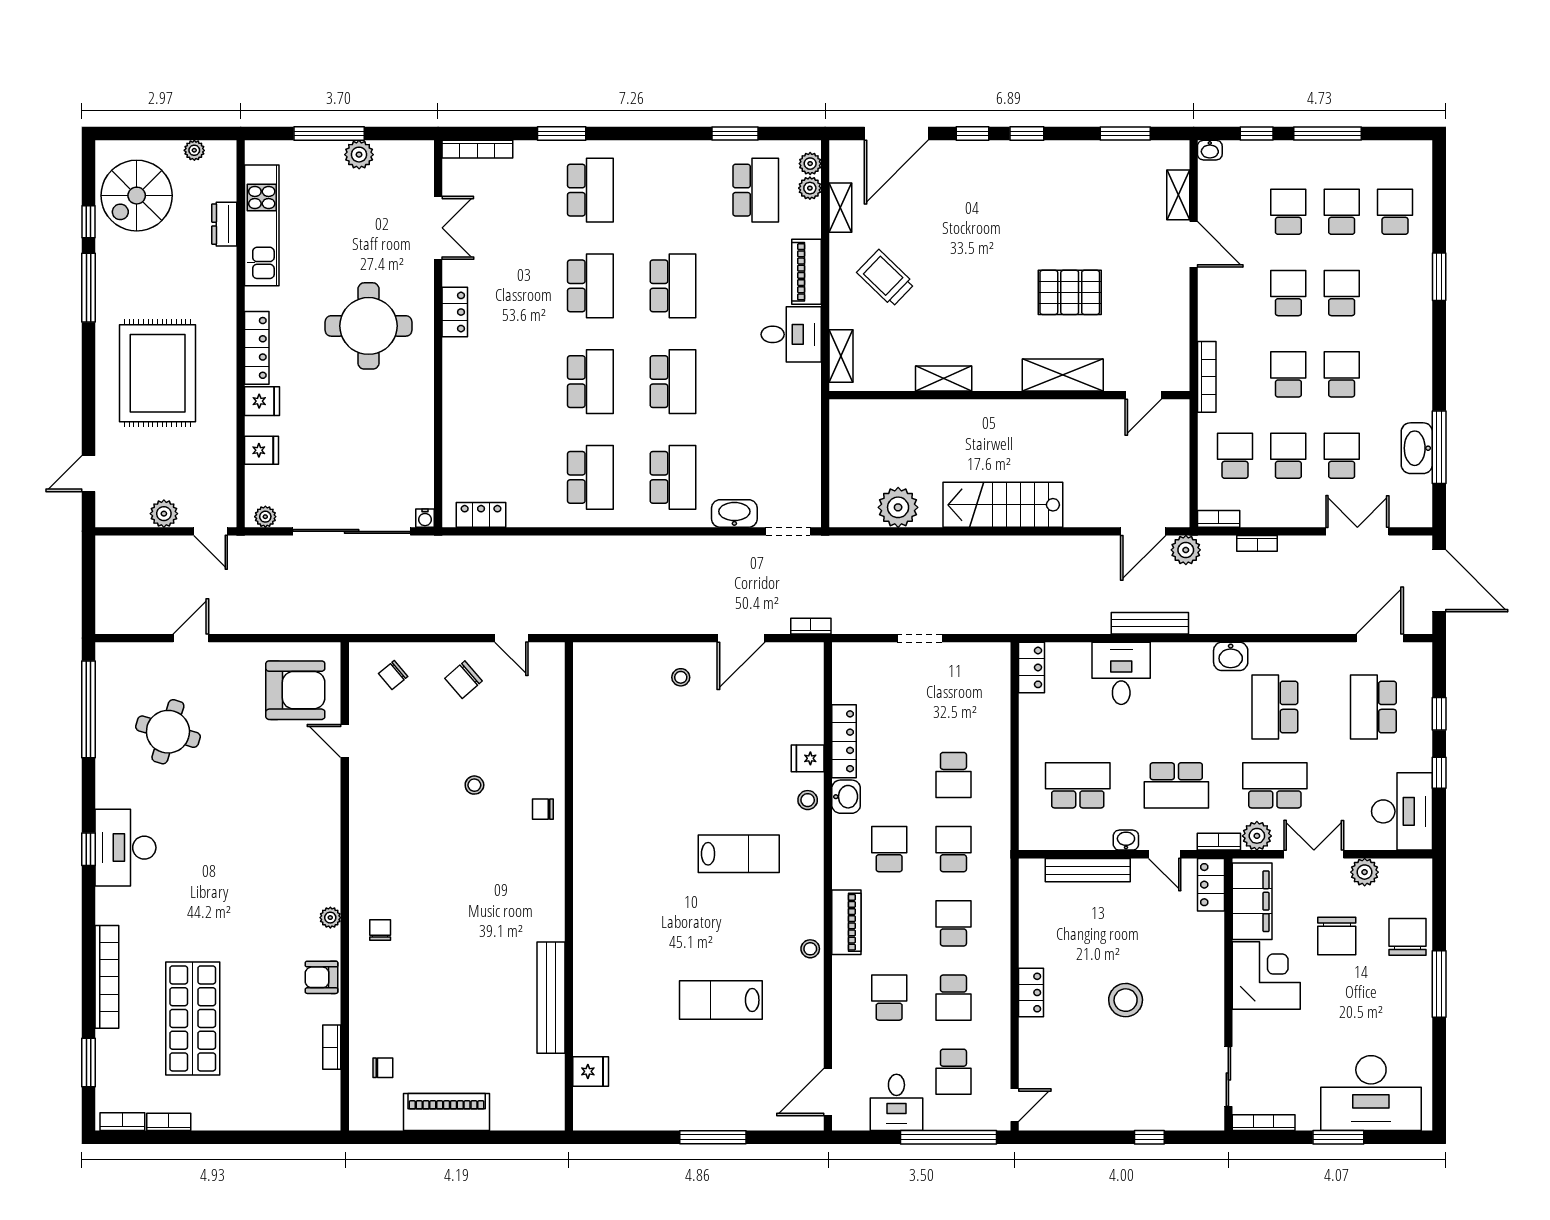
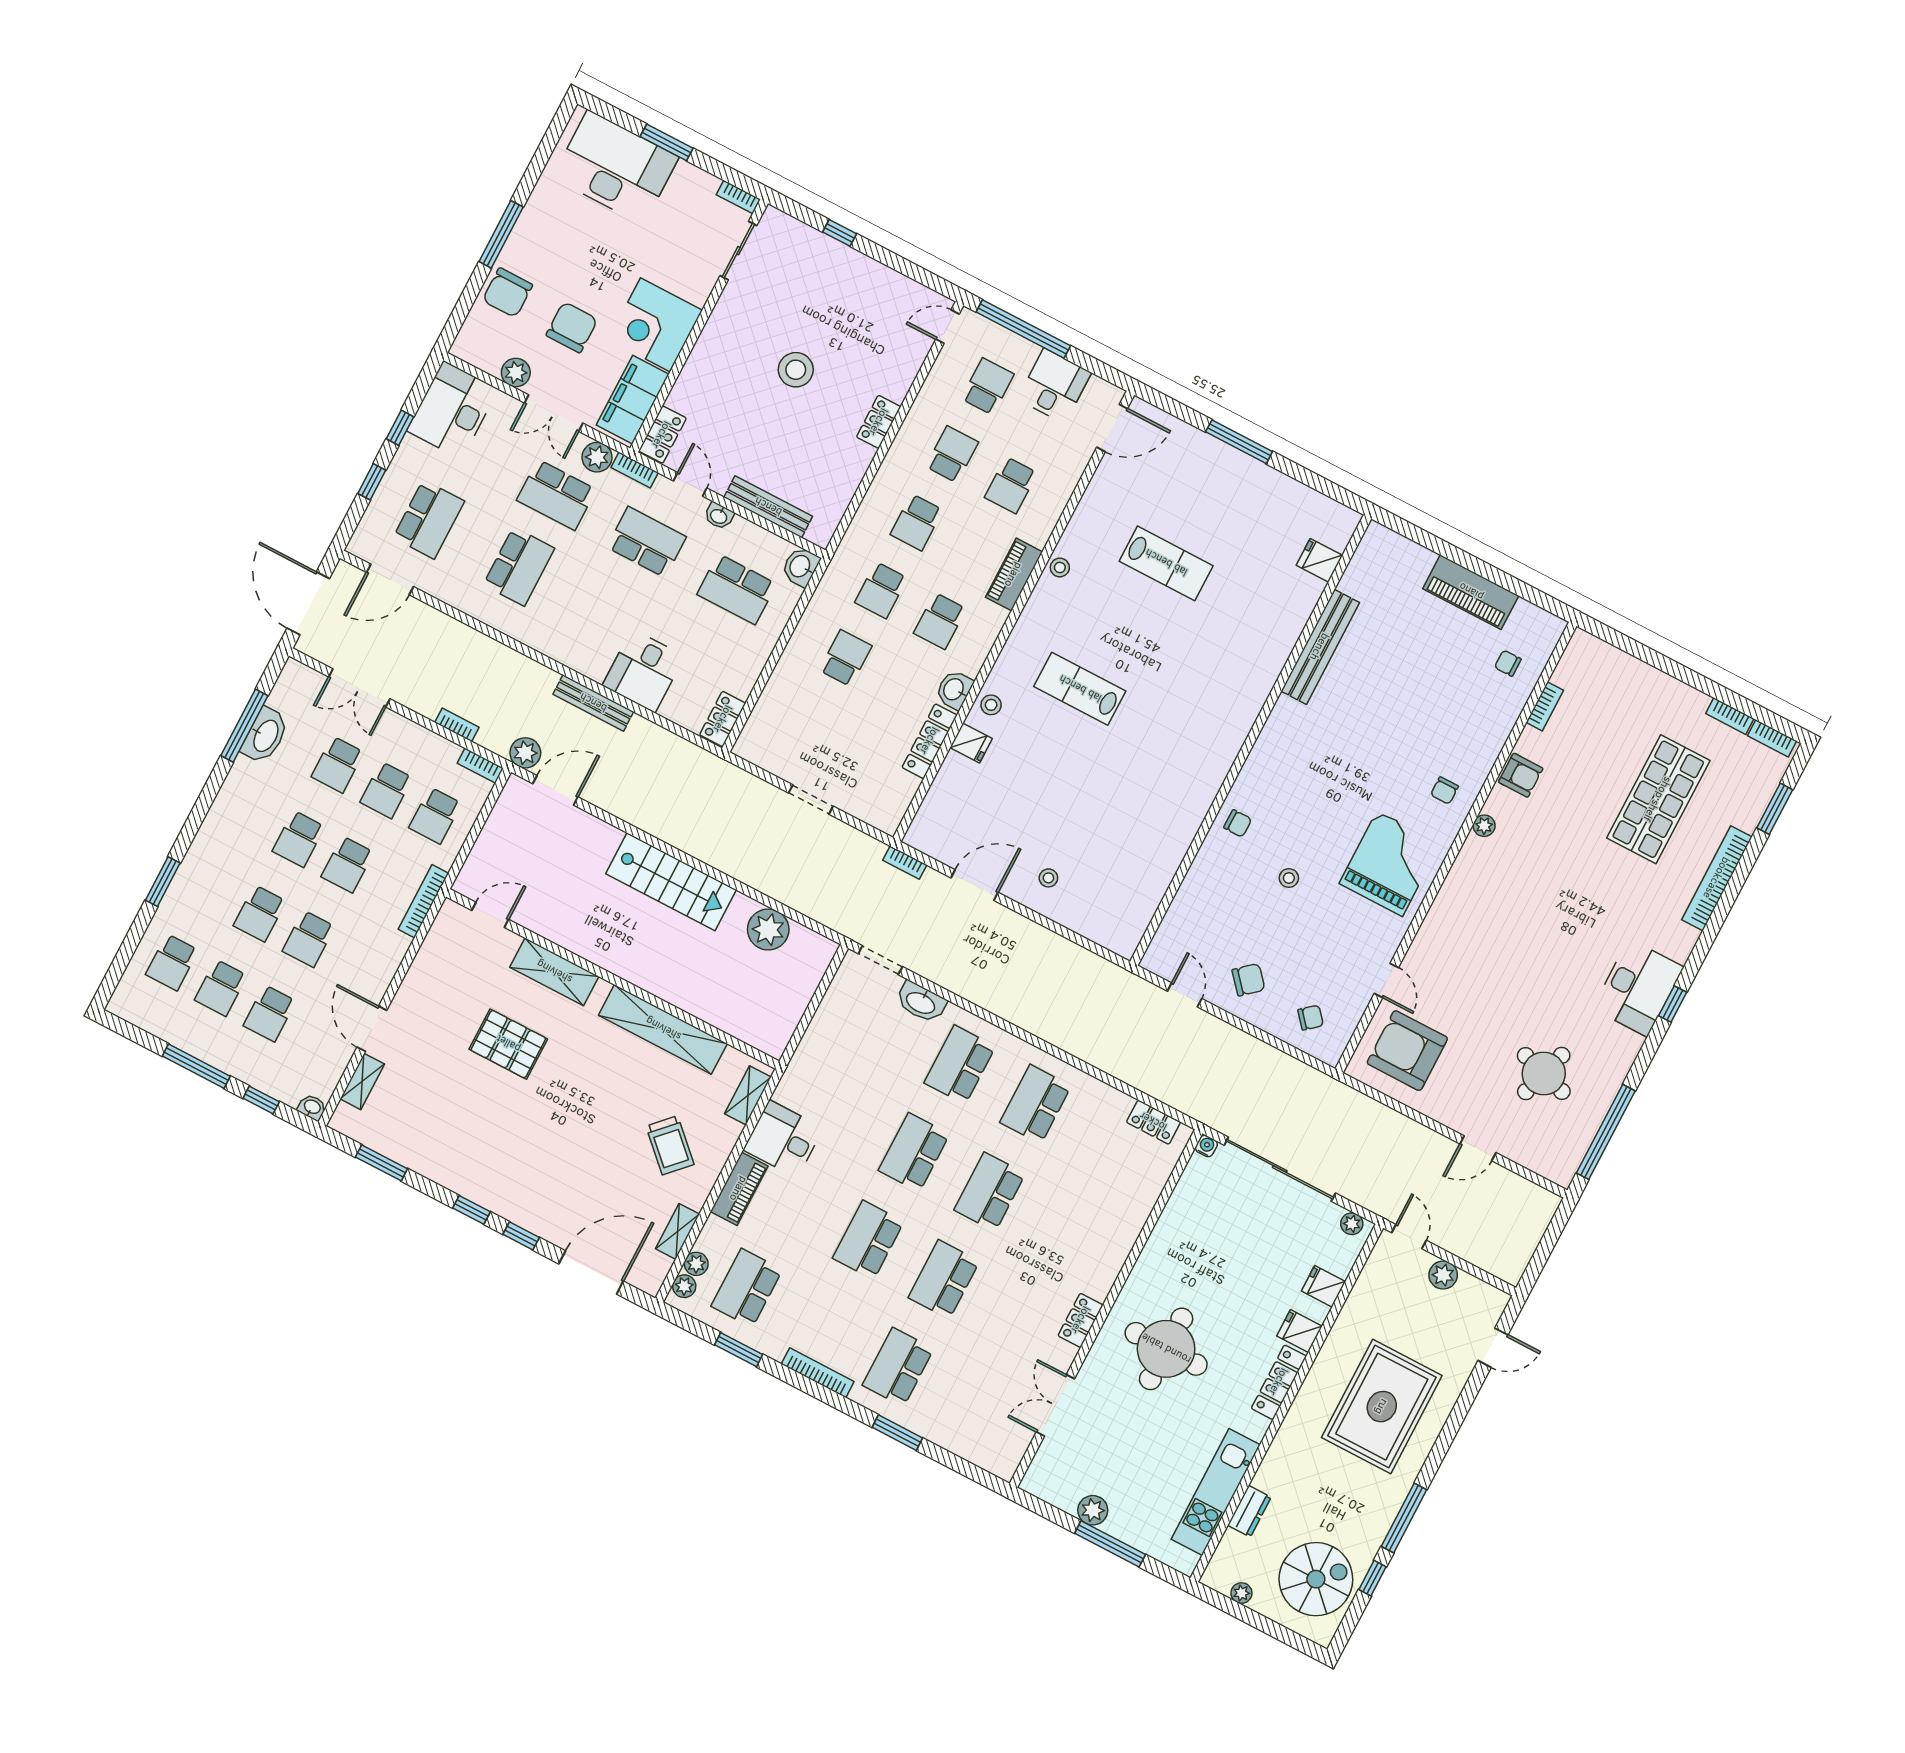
bookcase: (477, 149) -> (818, 1373), moved
shelving: (944, 379) -> (663, 1029), width x2.20, depth x1.33
washbasin: (1231, 656) -> (801, 567), moved, turned -90
grand piano: (394, 843) -> (1390, 863), added
bookcase: (1264, 1123) -> (738, 197), width x0.64

